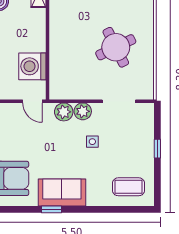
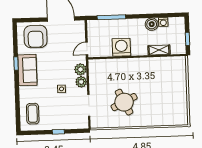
washing machine: (32, 66) -> (121, 47), moved

